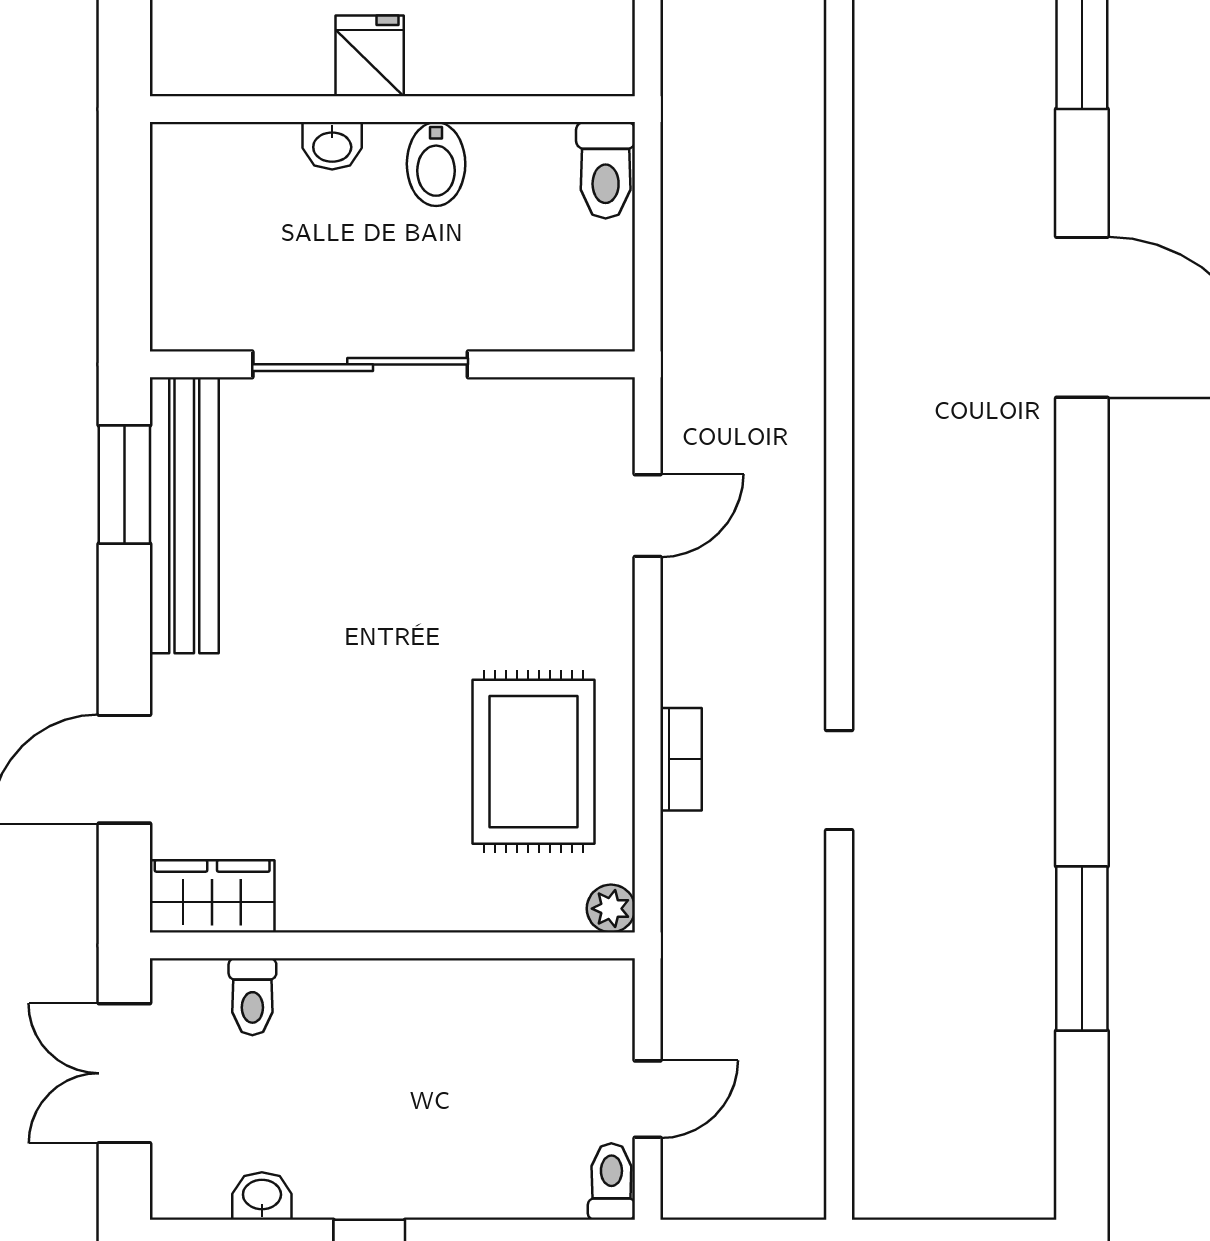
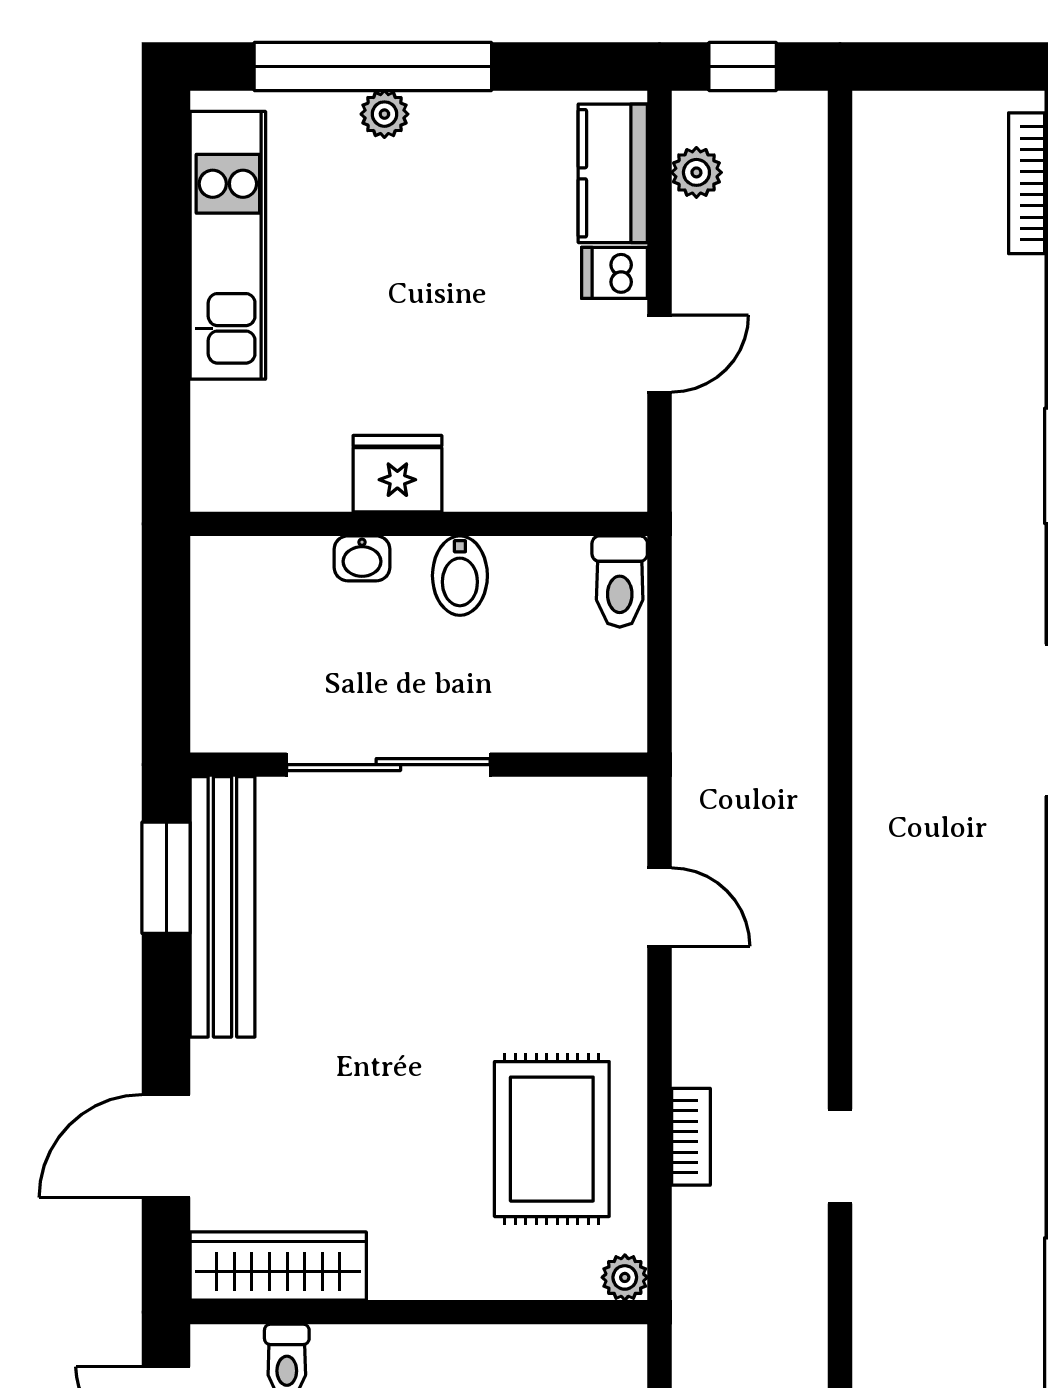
fridge: (370, 56) -> (397, 474), width x1.38
door: (648, 516) -> (659, 907), hinge flipped
wardrobe: (212, 896) -> (278, 1266), width x1.50

